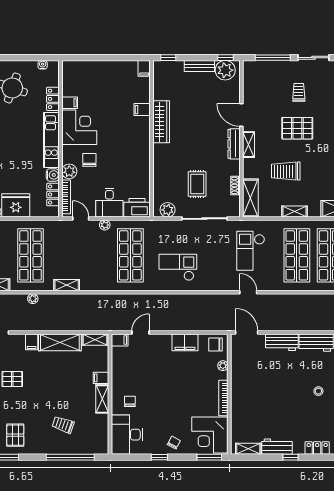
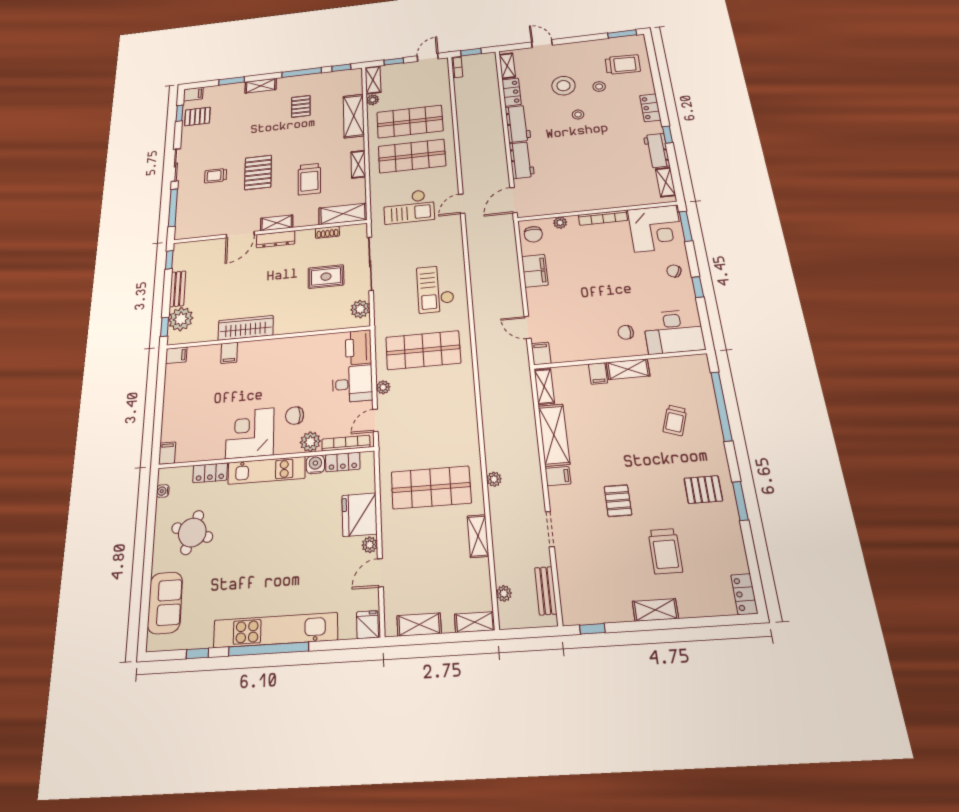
plant: (225, 70) -> (181, 319), moved
filing cabinet: (70, 103) -> (167, 453), moved
shelving: (67, 285) -> (470, 432), removed

